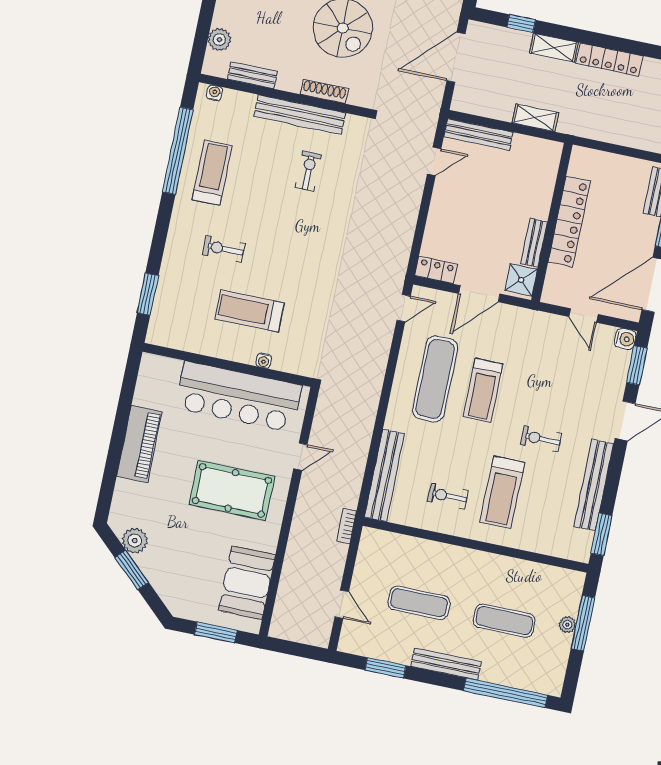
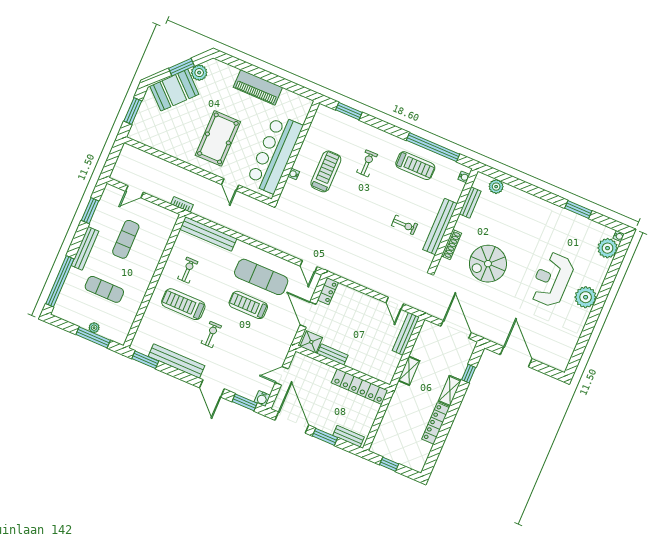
locker: (569, 222) -> (360, 387), moved
booth: (247, 583) -> (174, 90), moved, turned -47
exercise mat: (504, 621) -> (104, 289), turned 90

